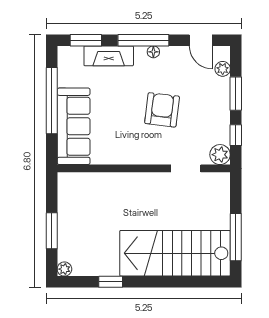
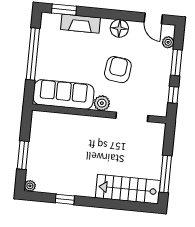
window: (143, 40) -> (109, 14), removed
floor lamp: (153, 52) -> (119, 28), width x1.89, depth x1.89
sofa: (74, 126) -> (63, 94), moved, turned -90
plant: (220, 155) -> (102, 103), moved
doorway: (186, 168) -> (132, 117), width x1.38
stairs: (175, 253) -> (128, 189), width x0.73, depth x0.66

